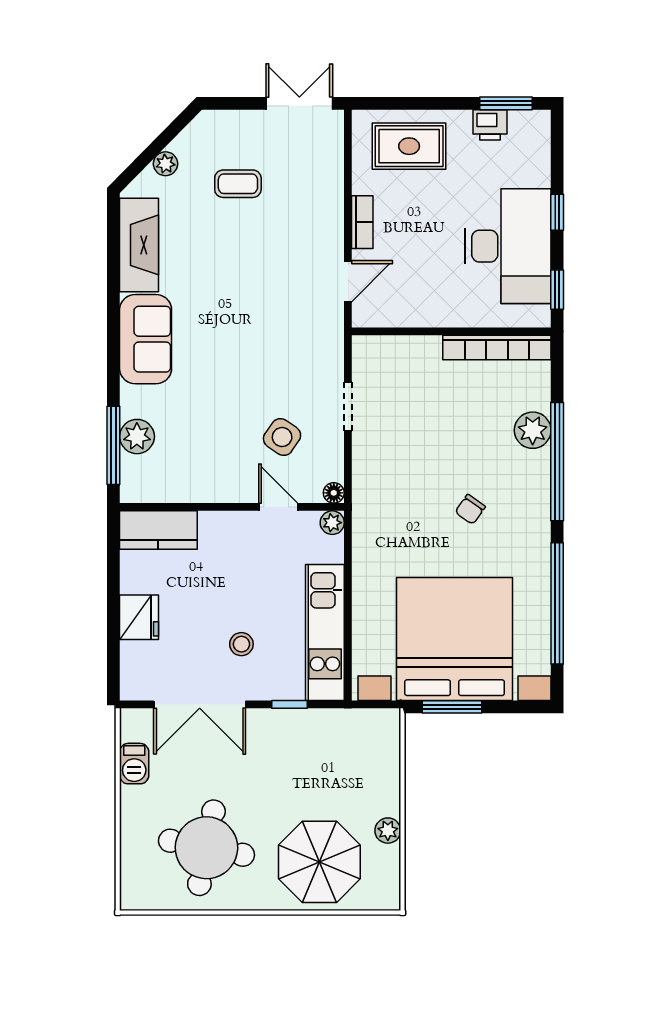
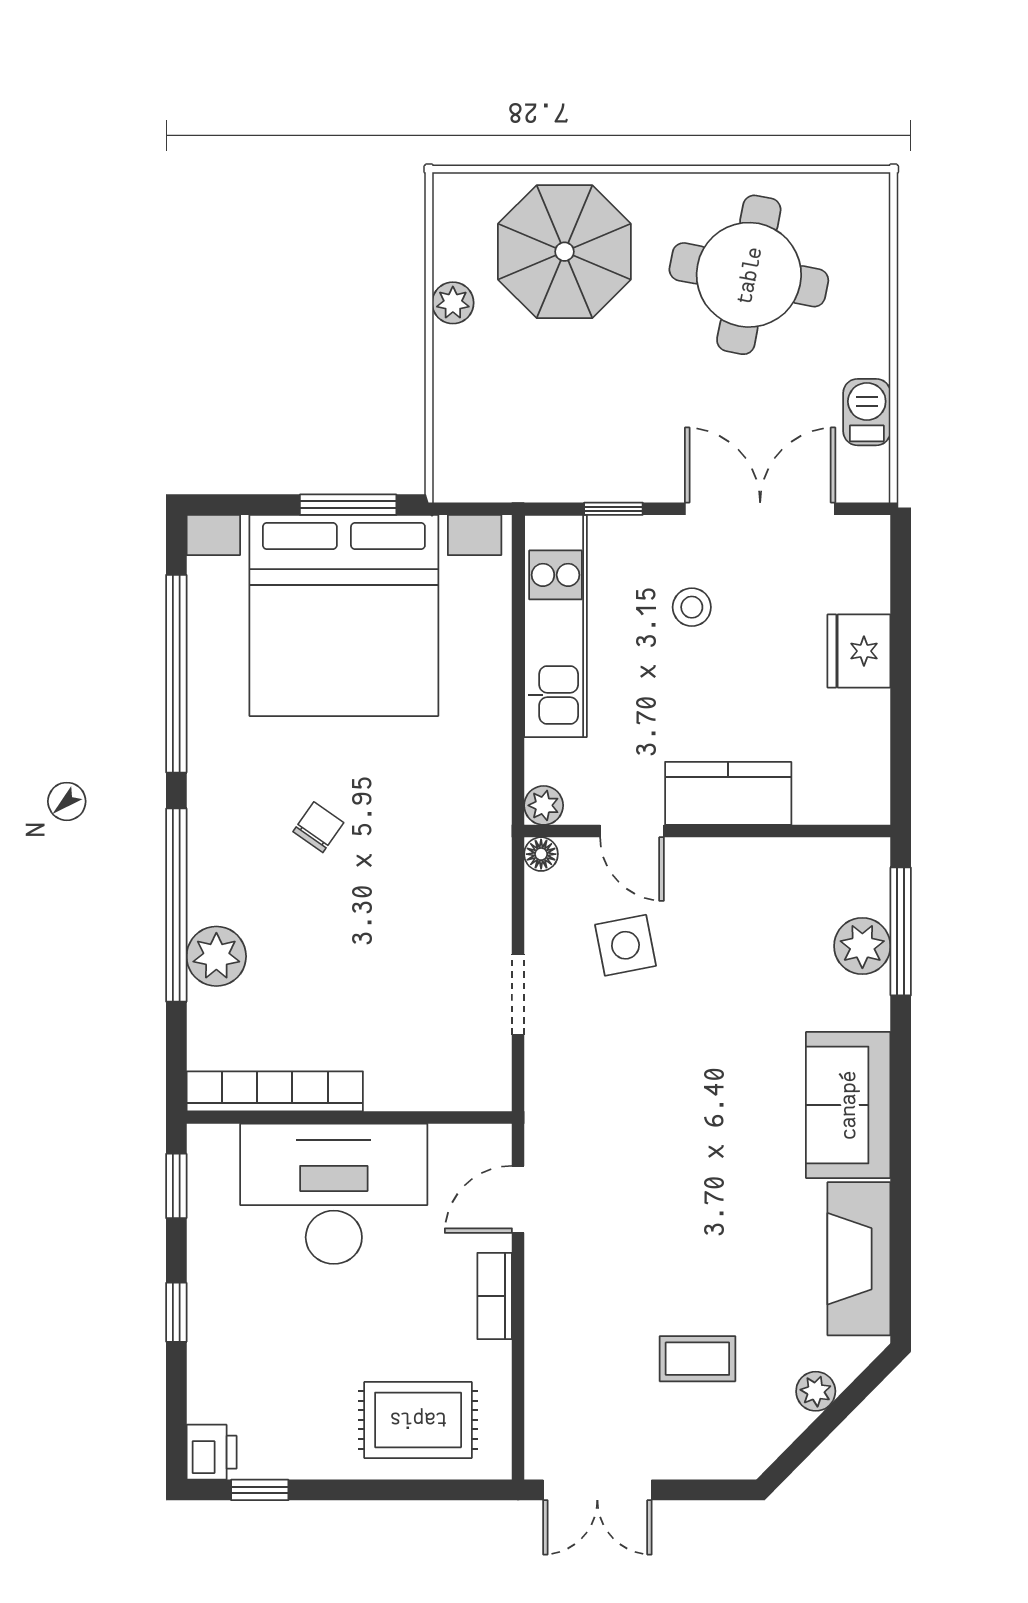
window: (506, 103) -> (260, 1490), width x0.67
printer: (490, 125) -> (212, 1452), moved, turned 90
desk: (508, 246) -> (334, 1194), moved, turned 90
side table: (282, 437) -> (625, 945), turned 45
kitchen counter: (158, 530) -> (728, 793), moved

